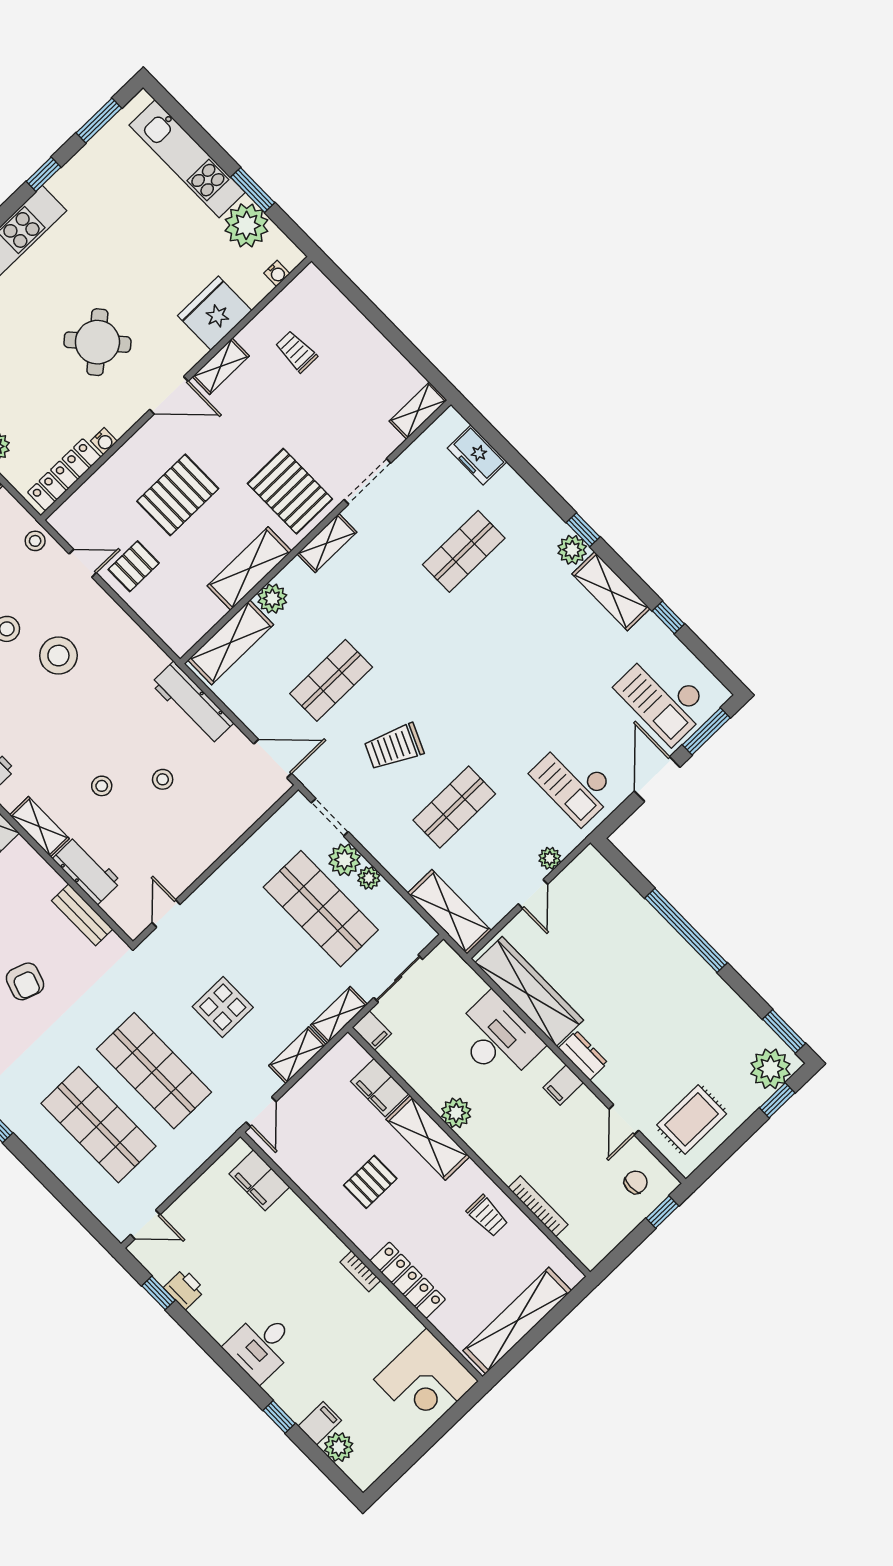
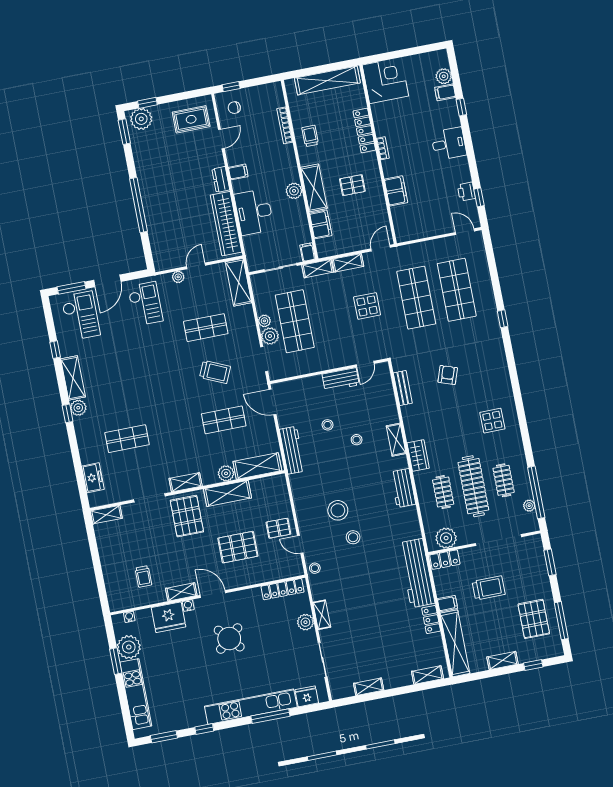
water cooler: (104, 441) -> (188, 606), moved
workbench: (87, 870) -> (341, 379), moved, turned -90
filing cabinet: (259, 1180) -> (396, 191), moved

